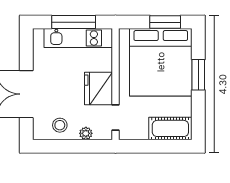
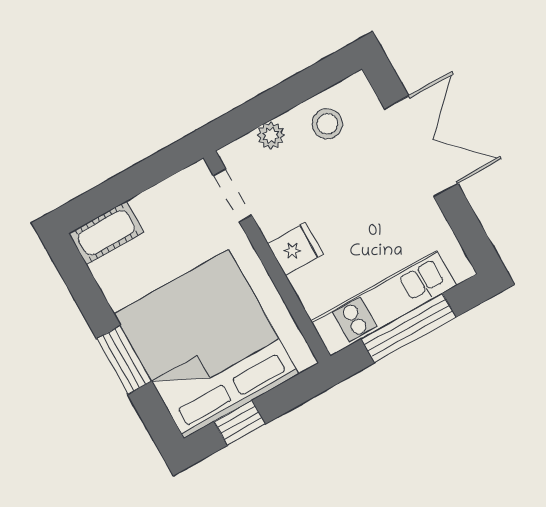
window: (165, 22) -> (240, 423), width x0.67
fridge: (98, 89) -> (295, 249), width x0.53, depth x0.75
cot: (170, 128) -> (106, 233), width x0.73, depth x0.75

